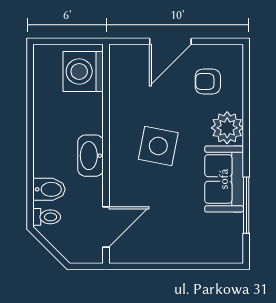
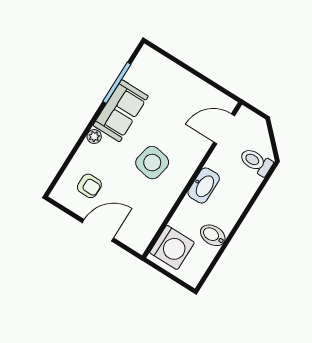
plant: (227, 128) -> (94, 137), width x0.53, depth x0.53
bidet: (49, 189) -> (213, 235), moved
toilet: (47, 217) -> (256, 162), width x1.37, depth x1.39

